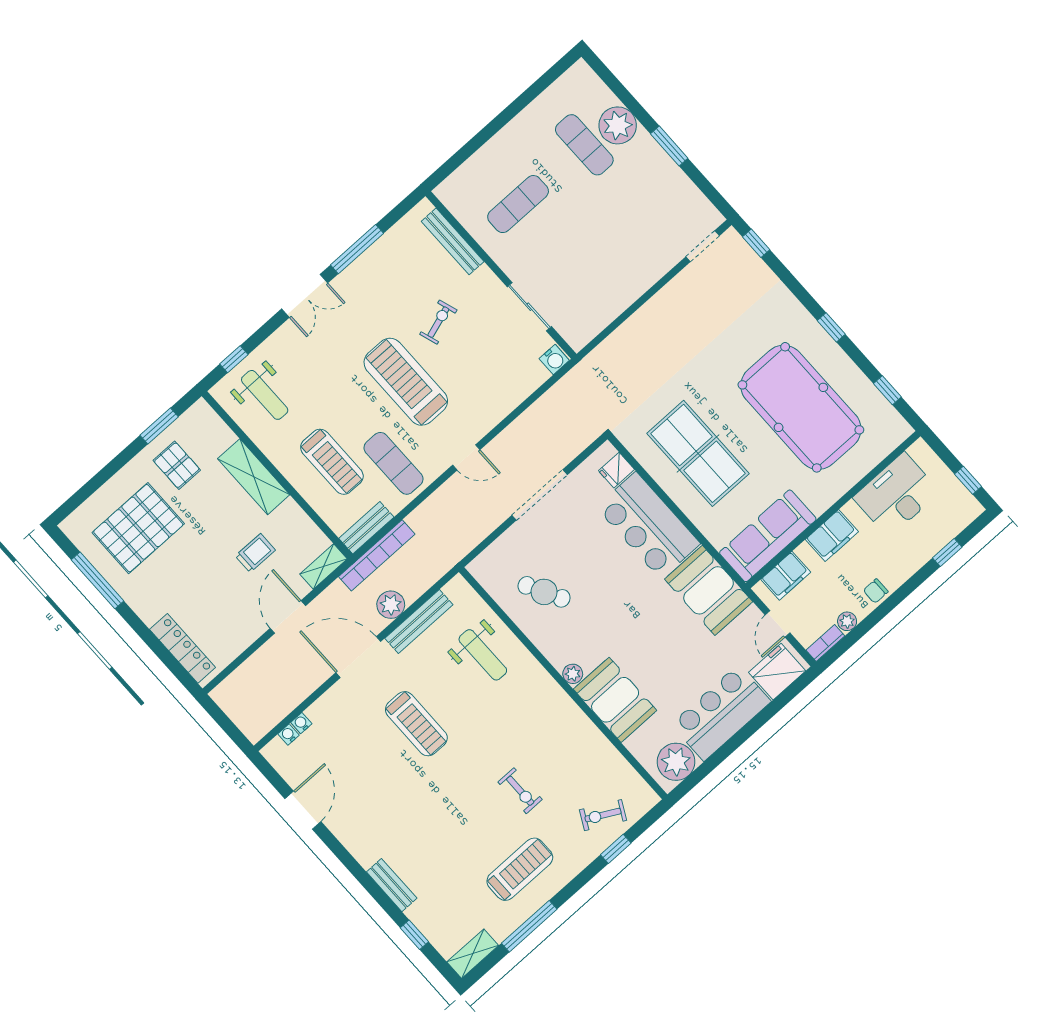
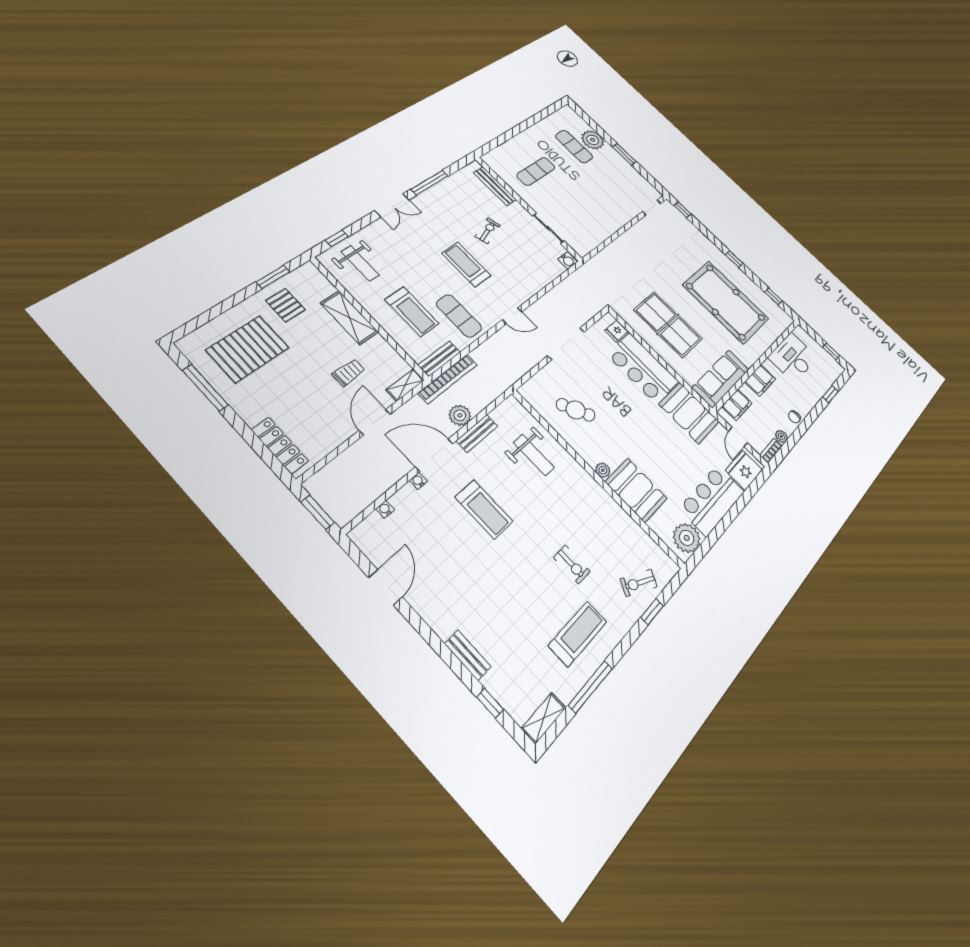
treadmill: (406, 382) -> (466, 264), width x0.73, depth x0.73
bench: (419, 622) -> (477, 433), width x0.73
window: (228, 726) -> (318, 512), added
water cooler: (289, 734) -> (418, 481), moved

